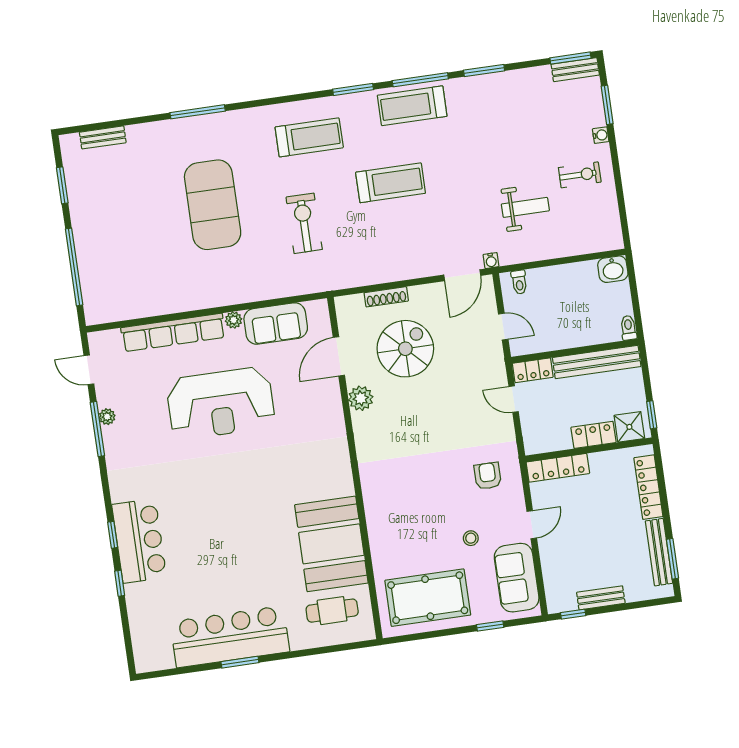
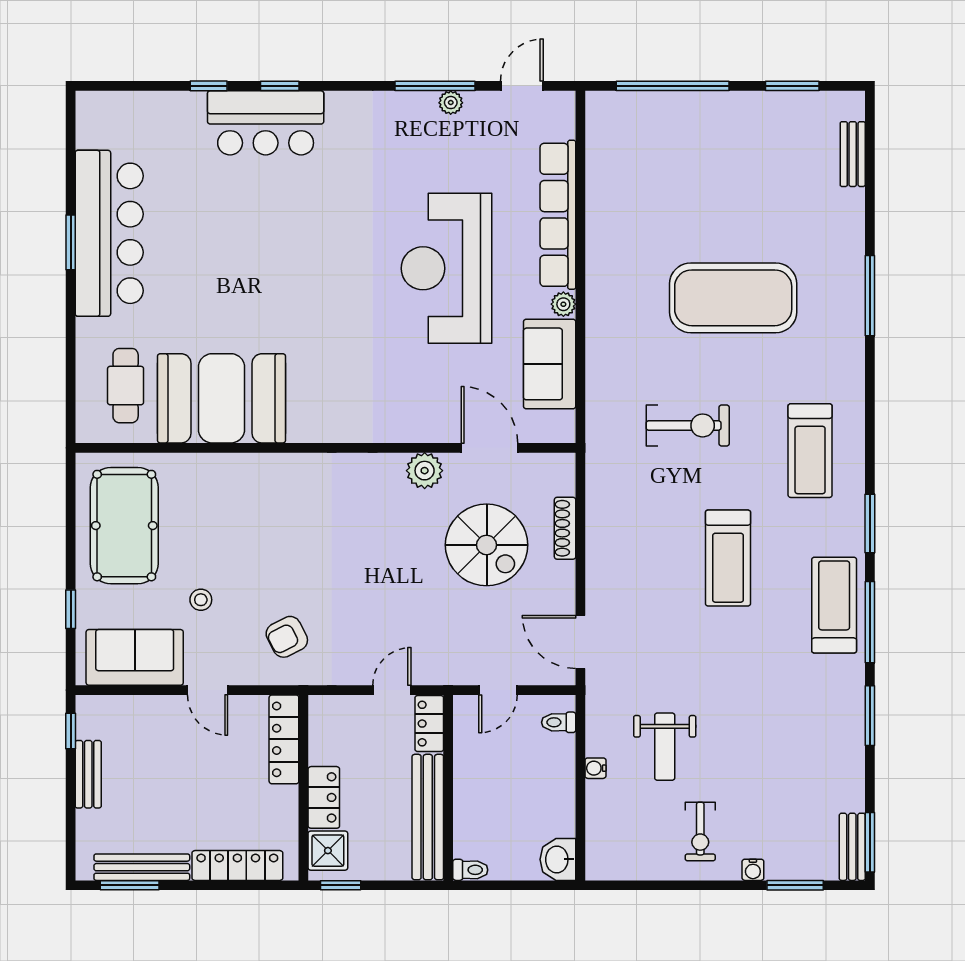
water cooler: (491, 261) -> (595, 768), moved
armchair: (488, 476) -> (287, 637), turned 153

